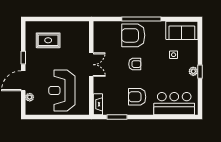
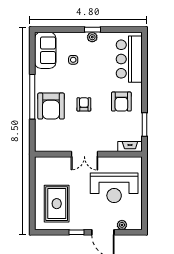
rug: (48, 40) -> (57, 204), width x1.36, depth x1.43
double door: (91, 65) -> (84, 154), swing flipped

